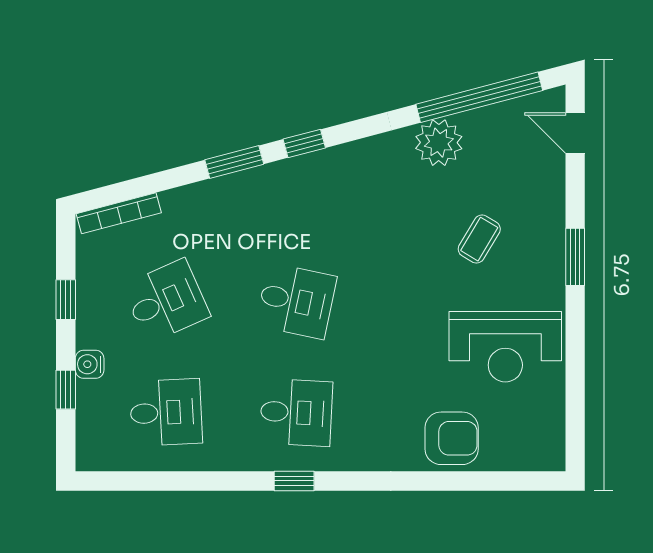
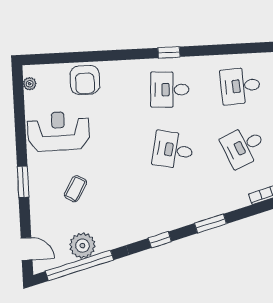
plant: (439, 143) -> (82, 246), moved
window: (304, 144) -> (160, 240), moved
plant: (554, 437) -> (30, 84), added
armchair: (452, 438) -> (85, 80), turned -90

